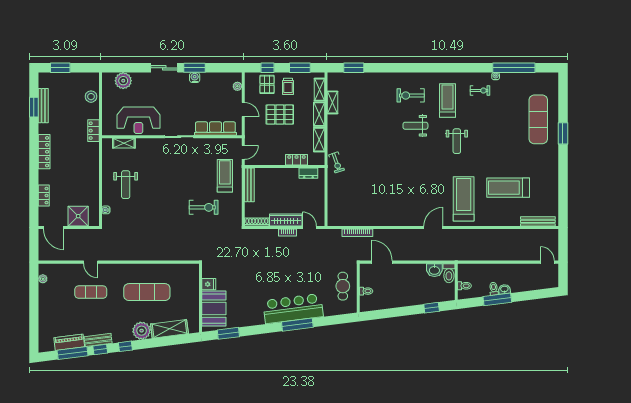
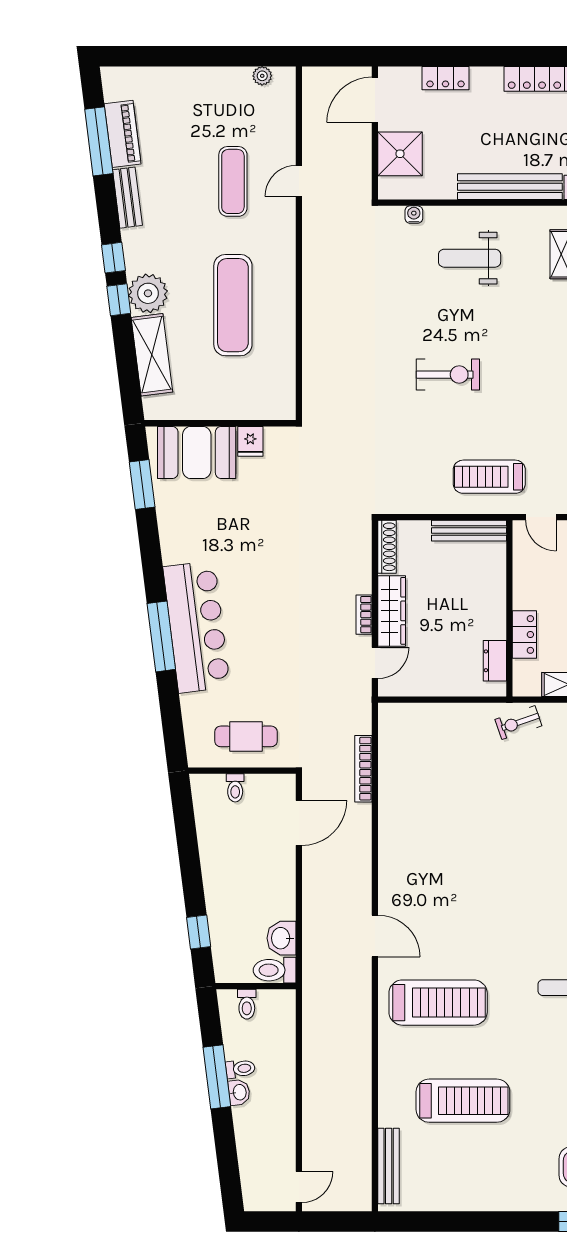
bench: (93, 166) -> (510, 187), added
treadmill: (225, 176) -> (489, 477), turned 180
treadmill: (508, 188) -> (463, 1101), turned 90
exercise bike: (204, 207) -> (448, 375), moved, turned -90
window: (100, 350) -> (119, 300), moved

